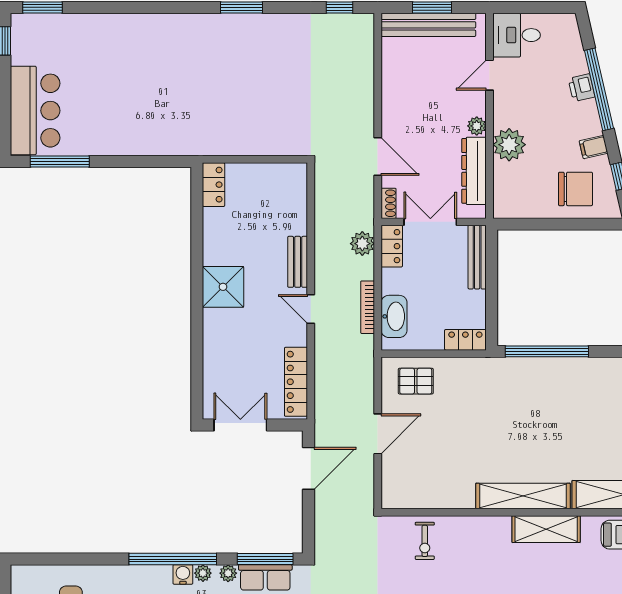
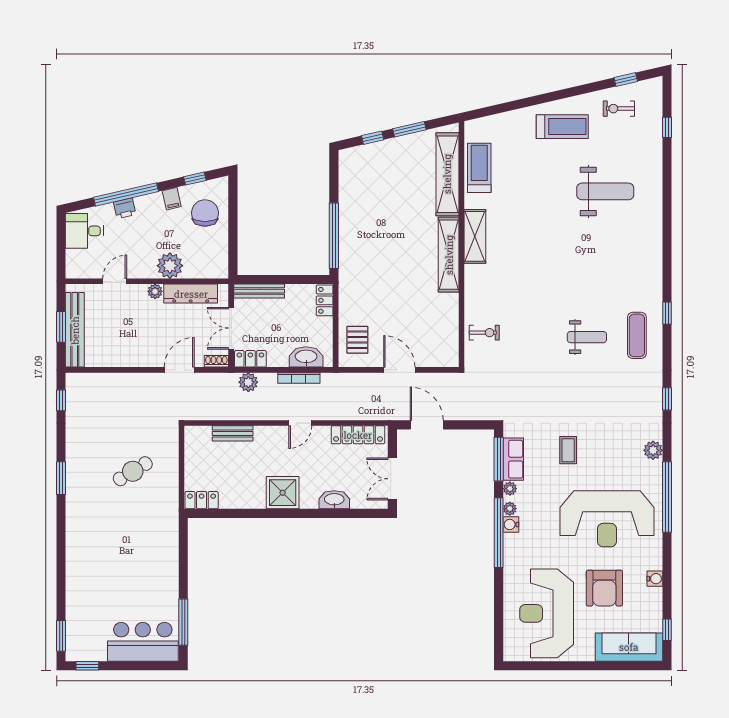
desk: (516, 35) -> (84, 231), moved, turned 90
door: (489, 75) -> (115, 281), swing flipped
cafe table: (250, 98) -> (133, 471), added
bench: (298, 262) -> (233, 433), moved
washbasin: (214, 352) -> (334, 500), added

